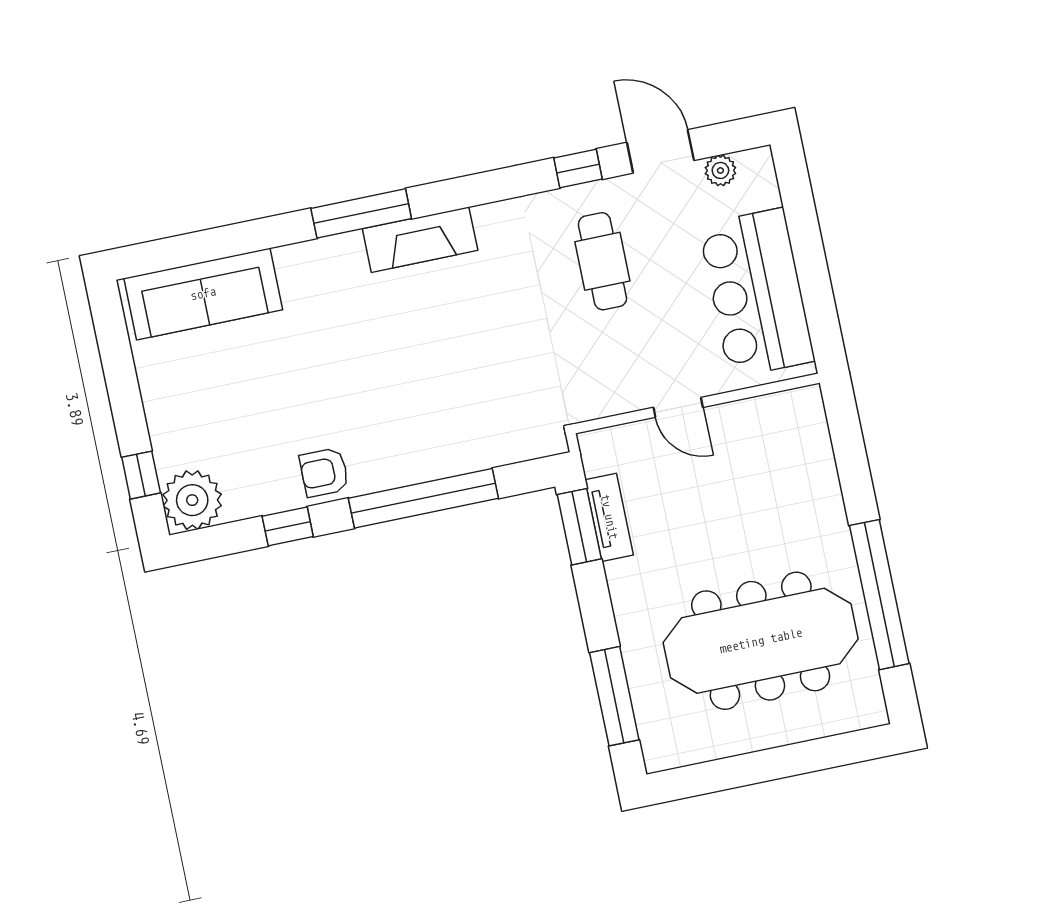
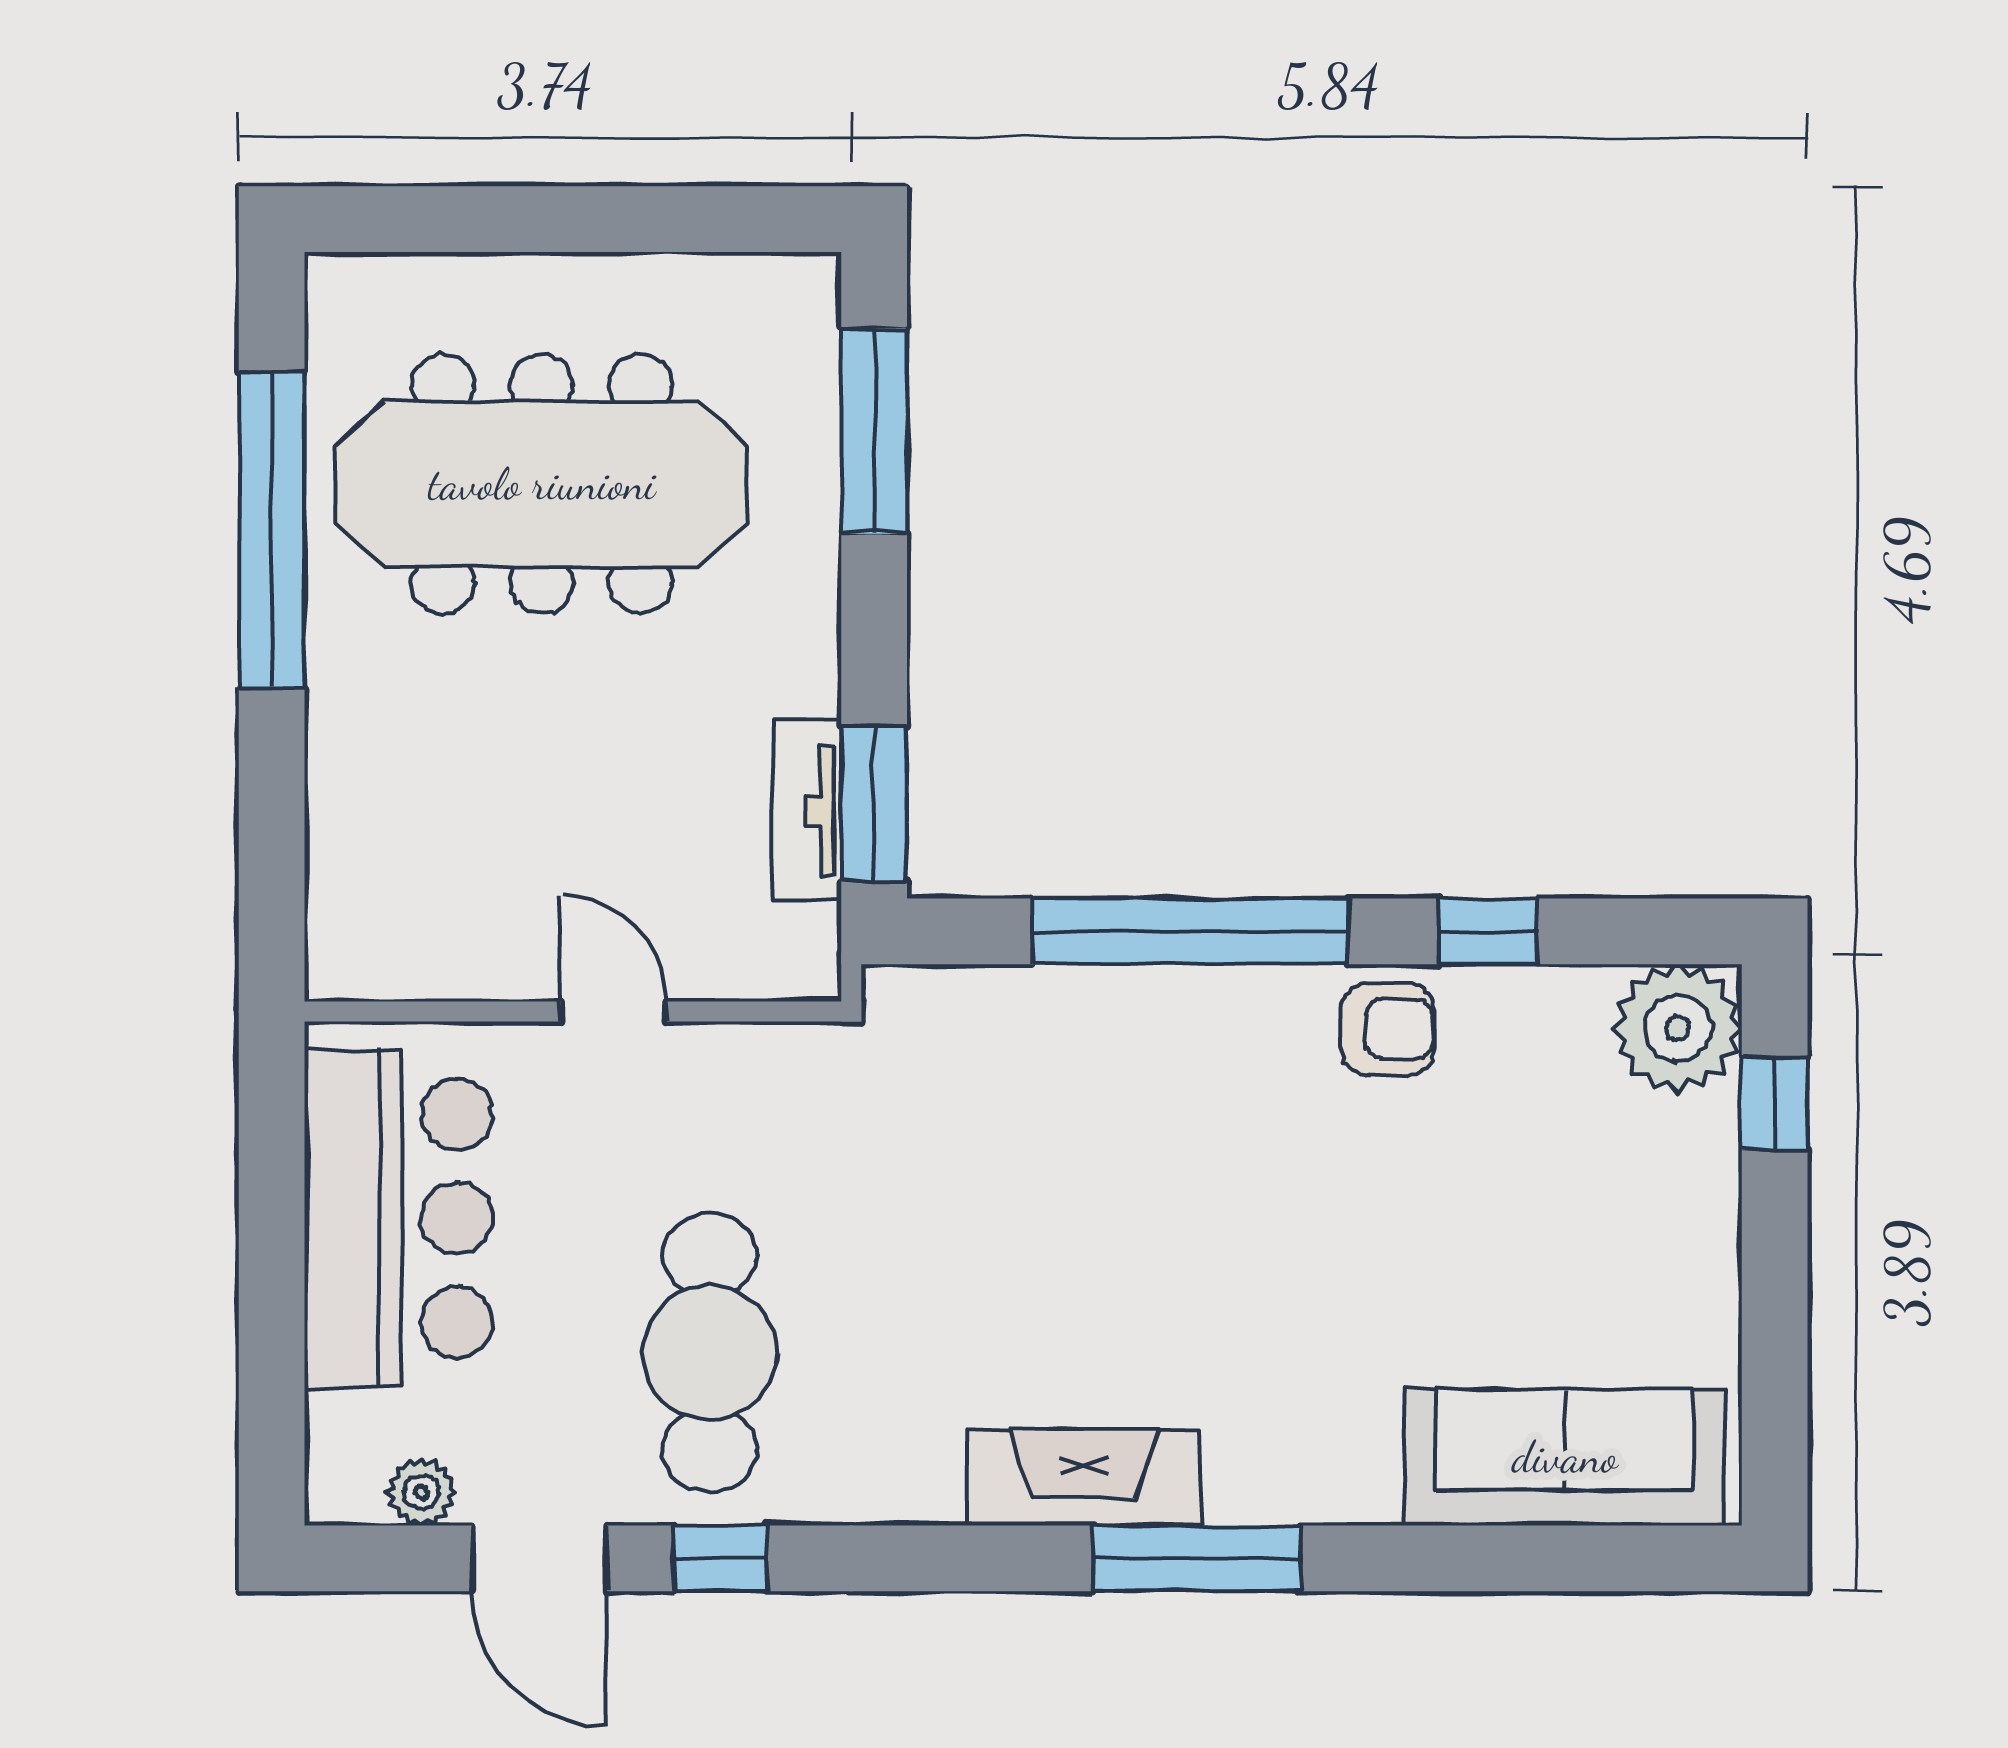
cafe table: (602, 261) -> (710, 1352), width x1.37, depth x1.35

